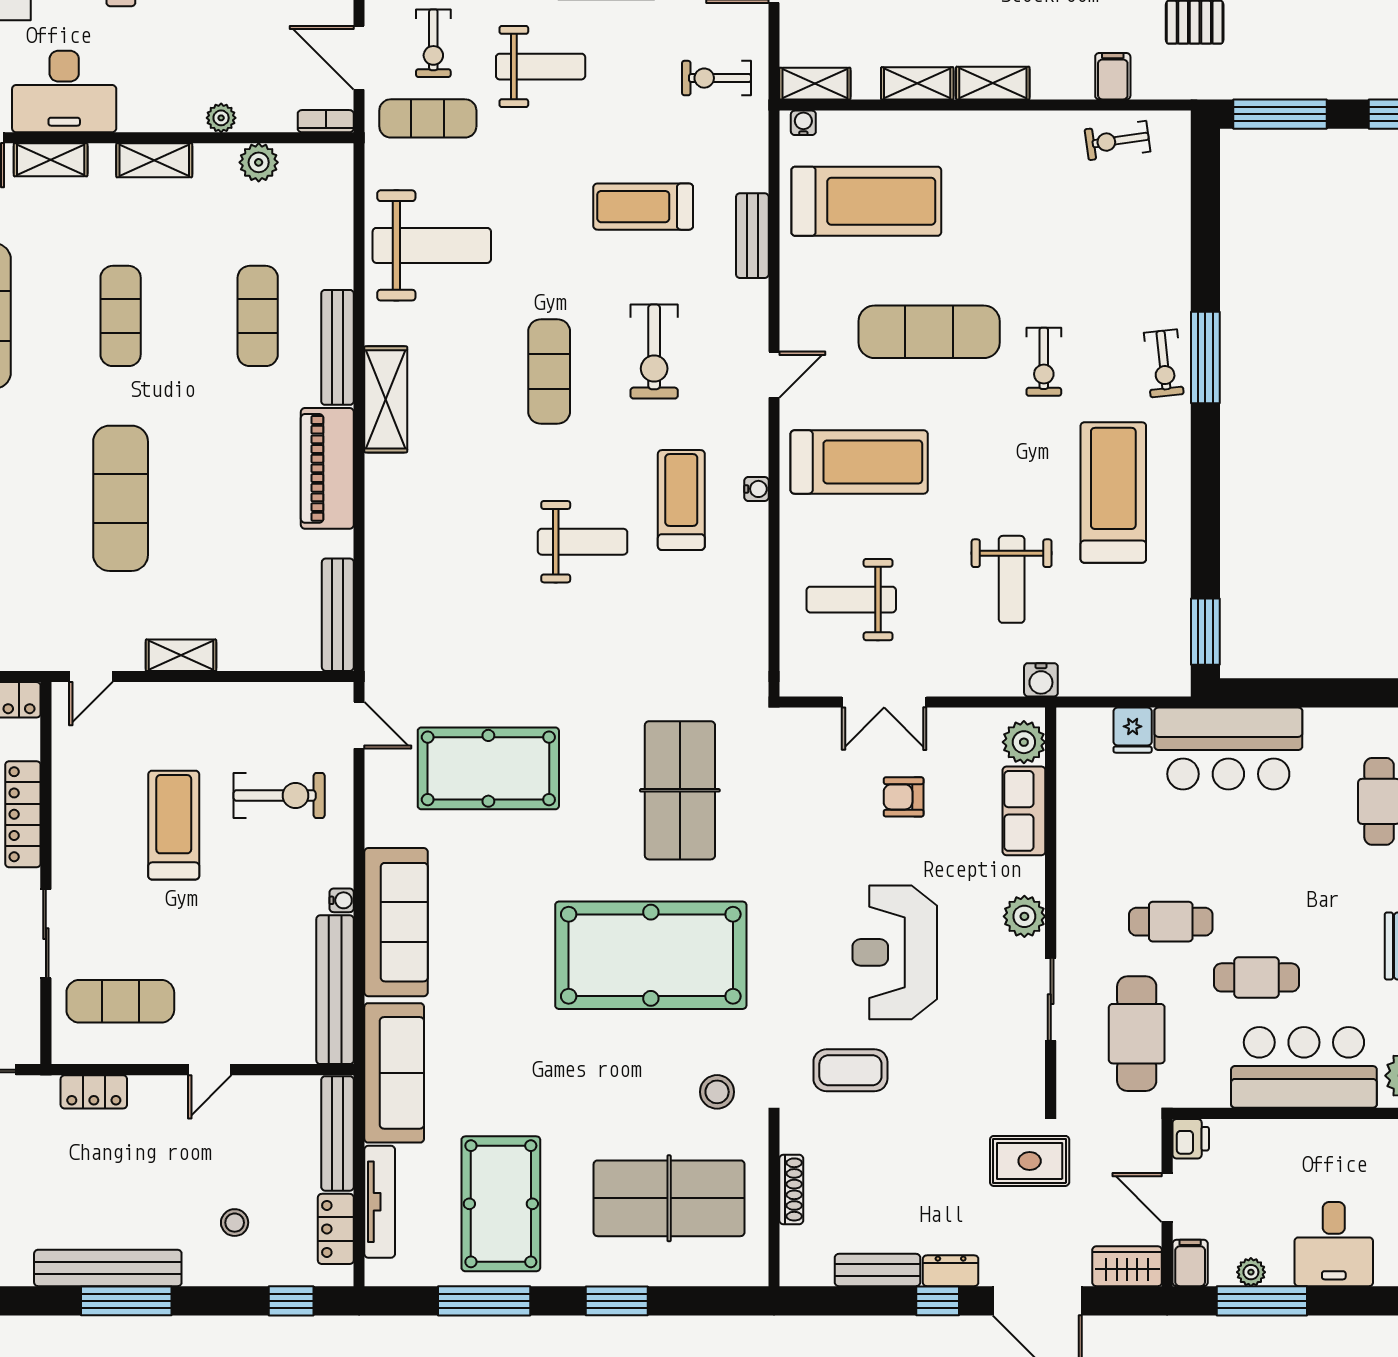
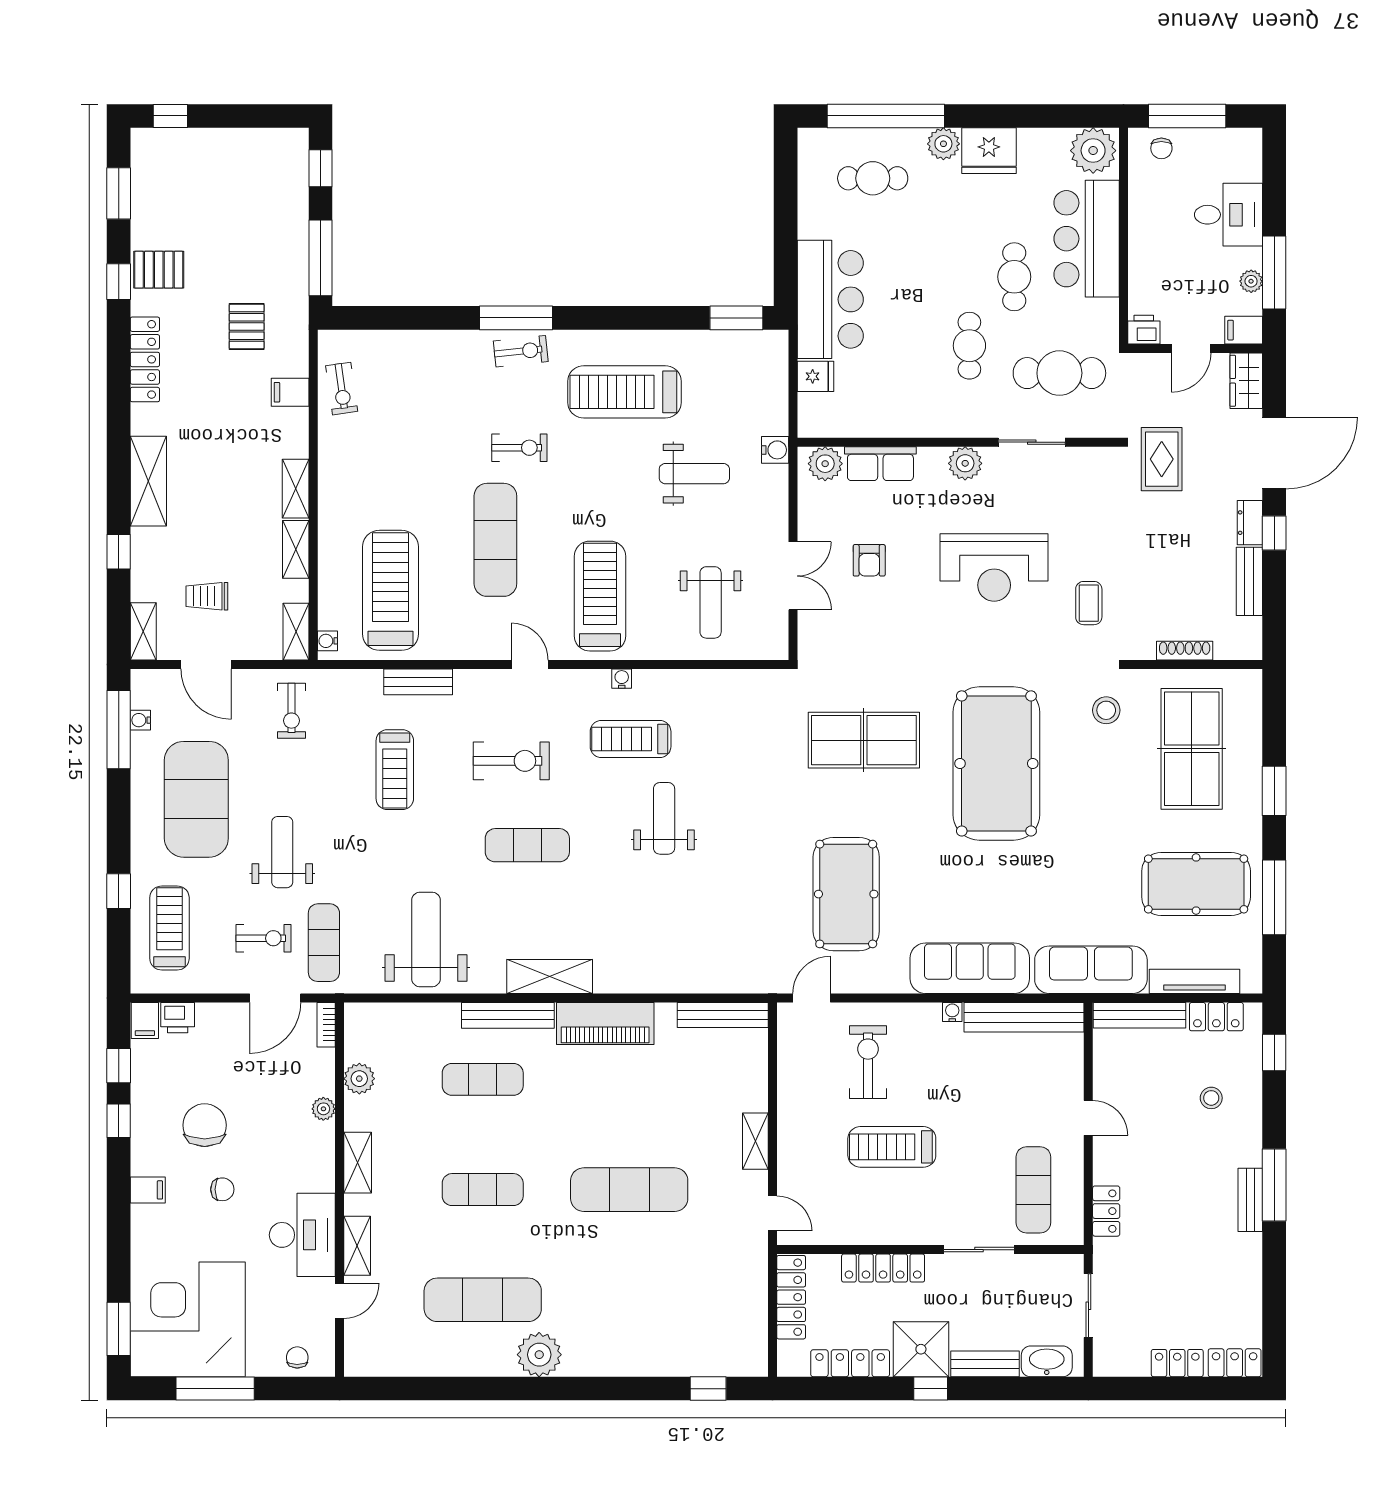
coffee table: (850, 1070) -> (1089, 603), width x0.73, depth x0.77
bench: (108, 1268) -> (1250, 1200), width x0.54, depth x0.82

